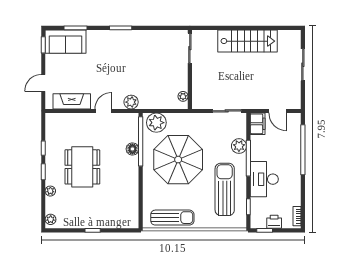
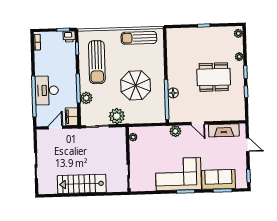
sofa: (66, 42) -> (218, 179), moved
corner sofa: (129, 49) -> (178, 174), added
door: (43, 83) -> (248, 145), hinge flipped
door: (103, 111) -> (198, 123), hinge flipped
door: (278, 111) -> (55, 128), hinge flipped
plant: (156, 123) -> (117, 116), moved
parasol: (178, 160) -> (136, 85), width x0.73, depth x0.73
dining table: (82, 167) -> (214, 77), turned 90
desk: (264, 179) -> (47, 90), moved, turned 180
printer: (274, 222) -> (69, 37), moved

